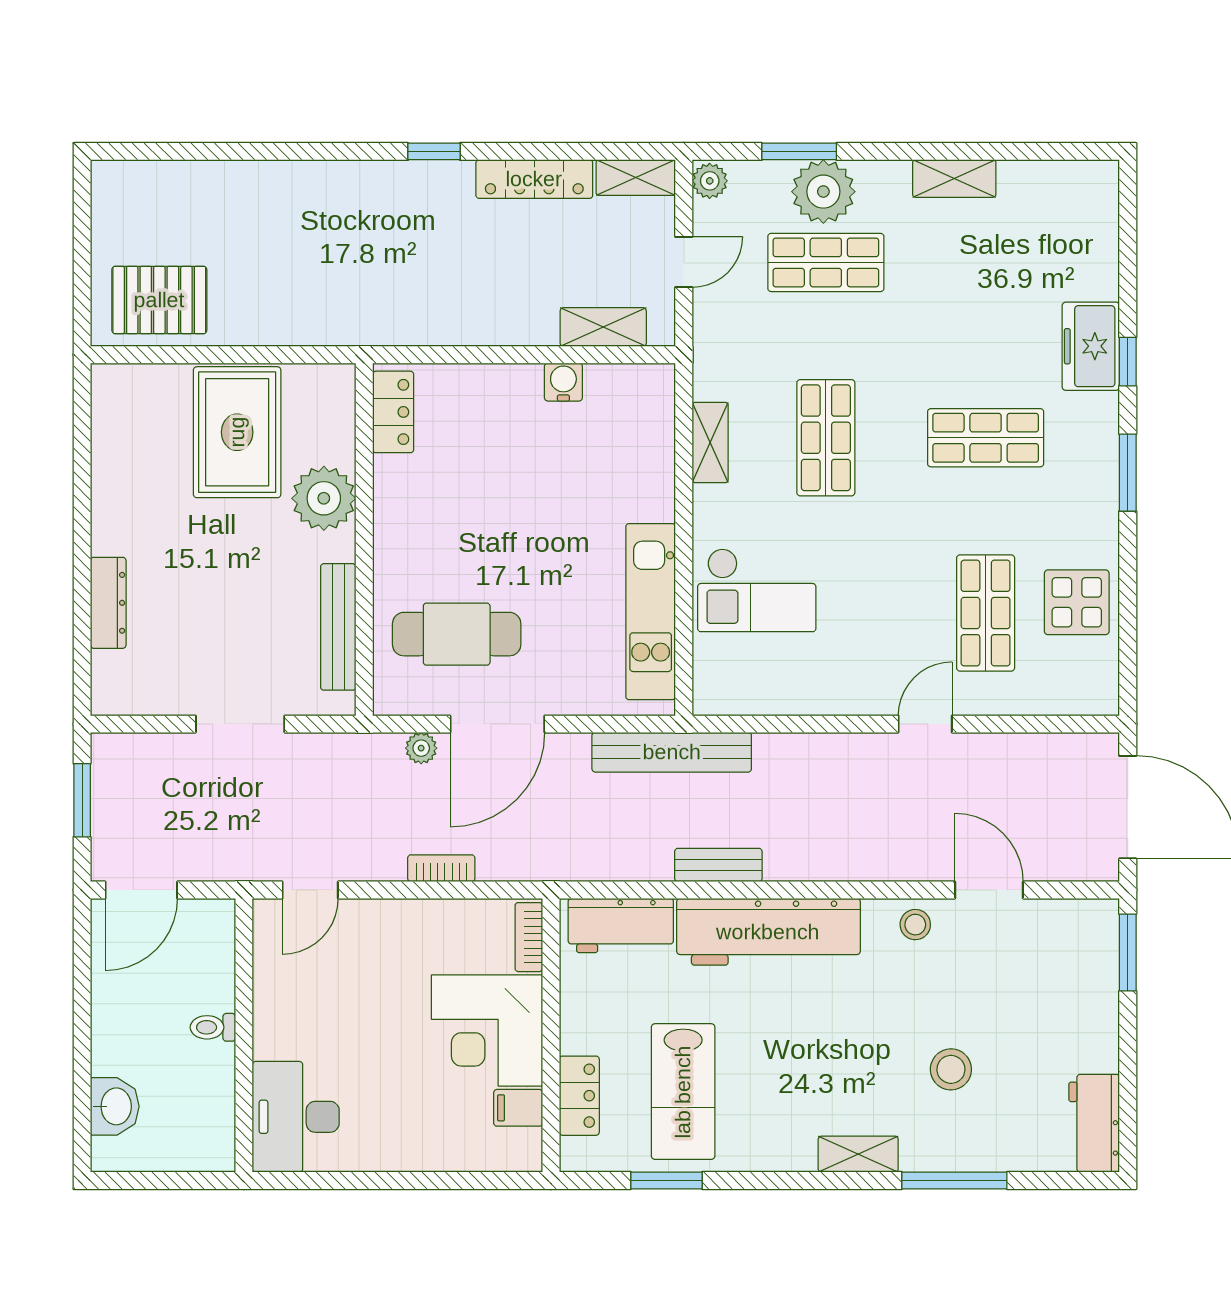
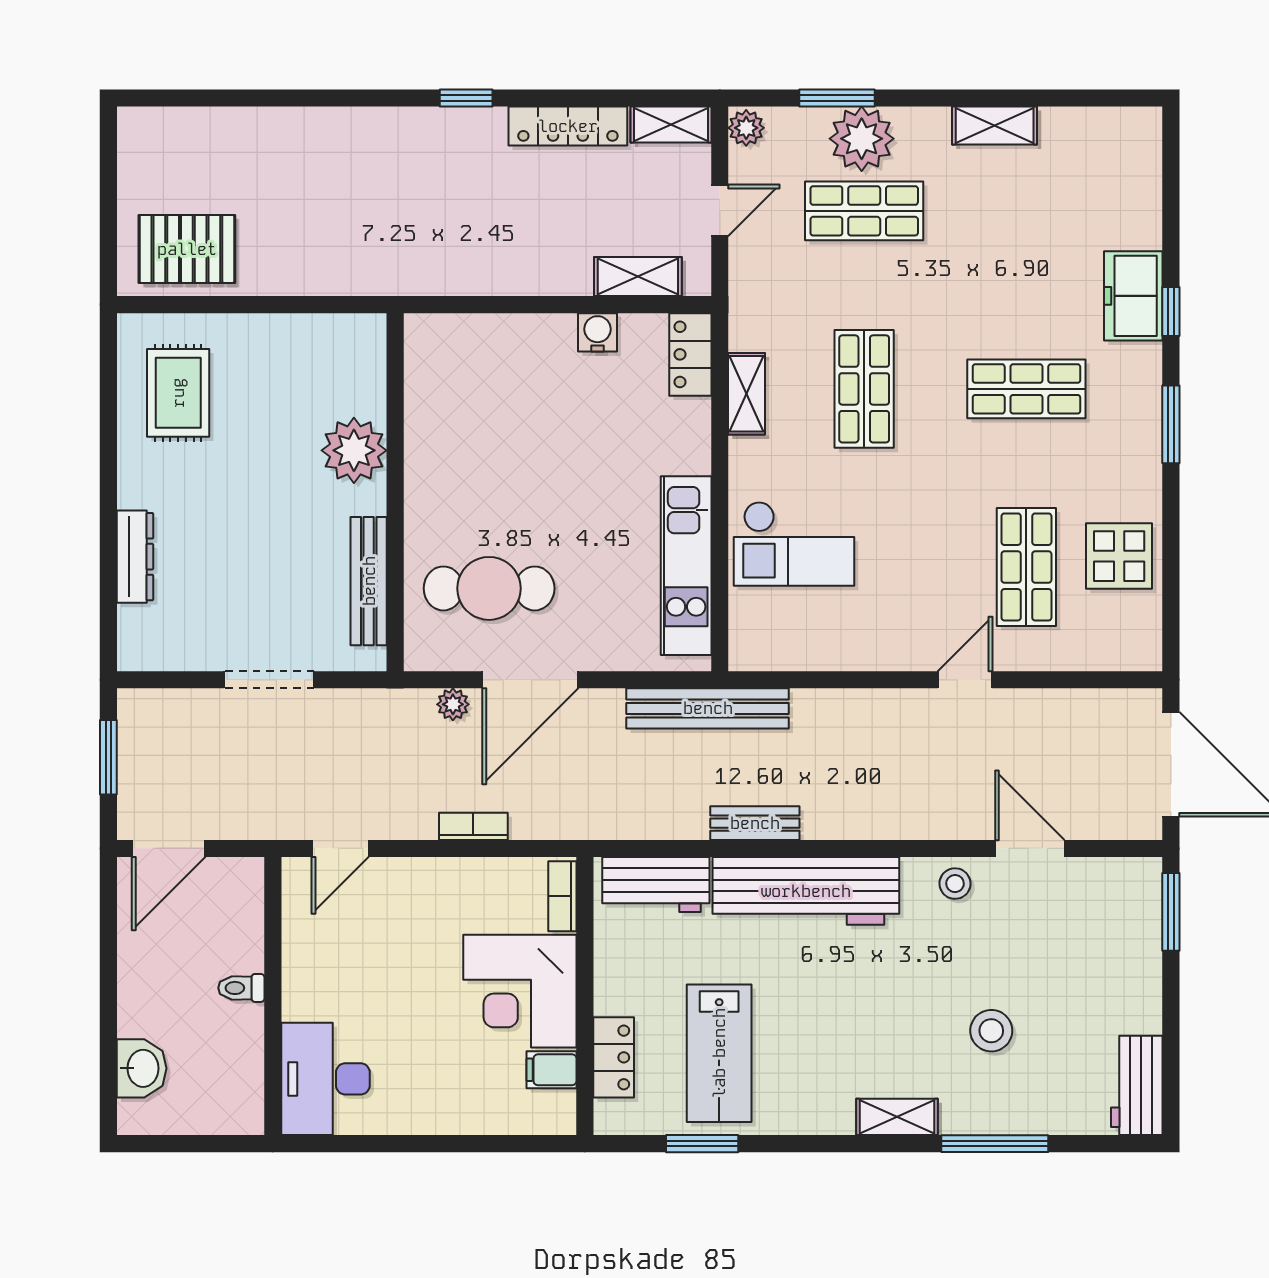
locker: (393, 412) -> (690, 354), moved, turned 180
rug: (237, 432) -> (178, 393), moved, width x0.73, depth x0.70

